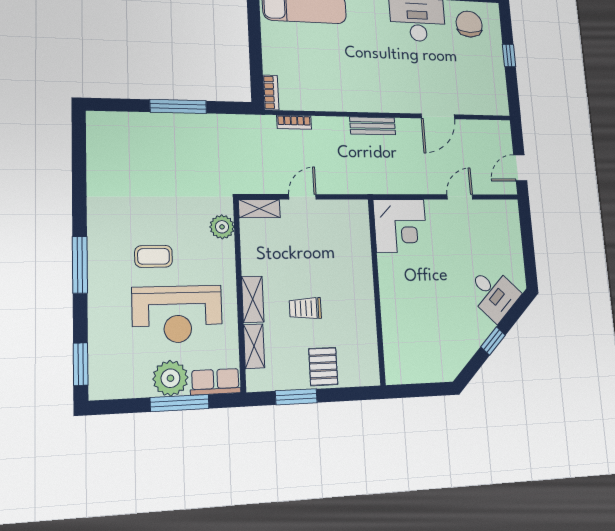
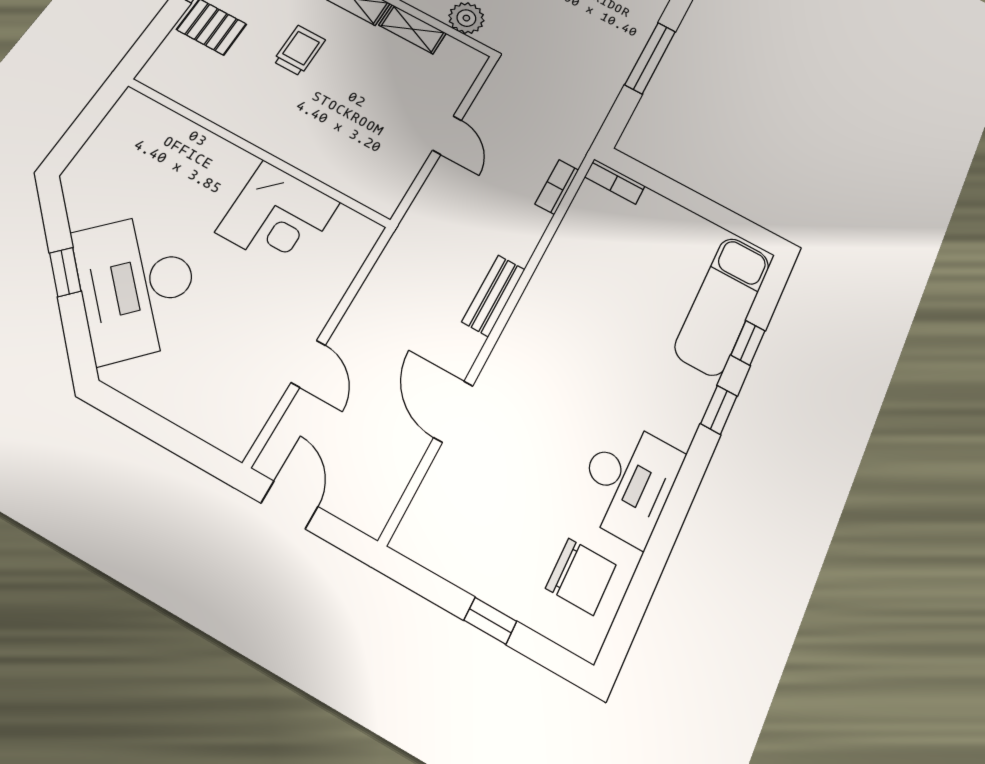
shelving: (259, 209) -> (413, 29), moved, turned 90
corner desk: (400, 226) -> (278, 217), moved, turned -90
desk: (493, 293) -> (137, 285), width x1.87, depth x1.30

